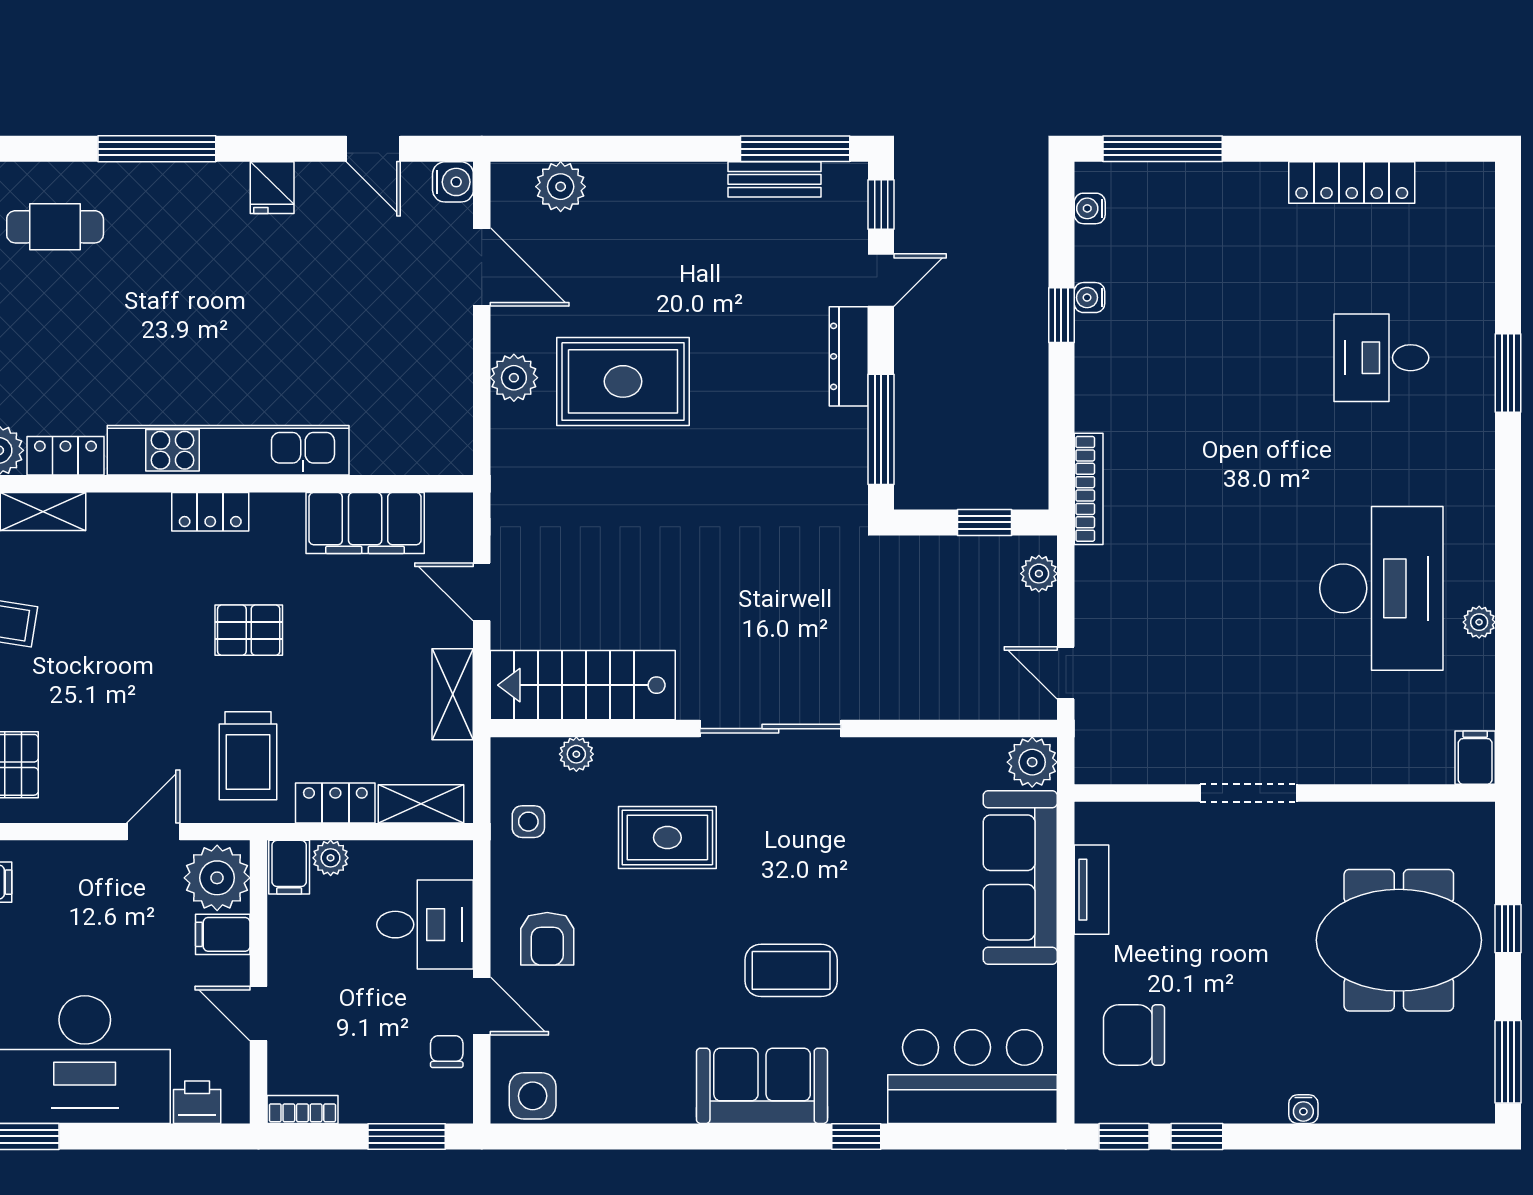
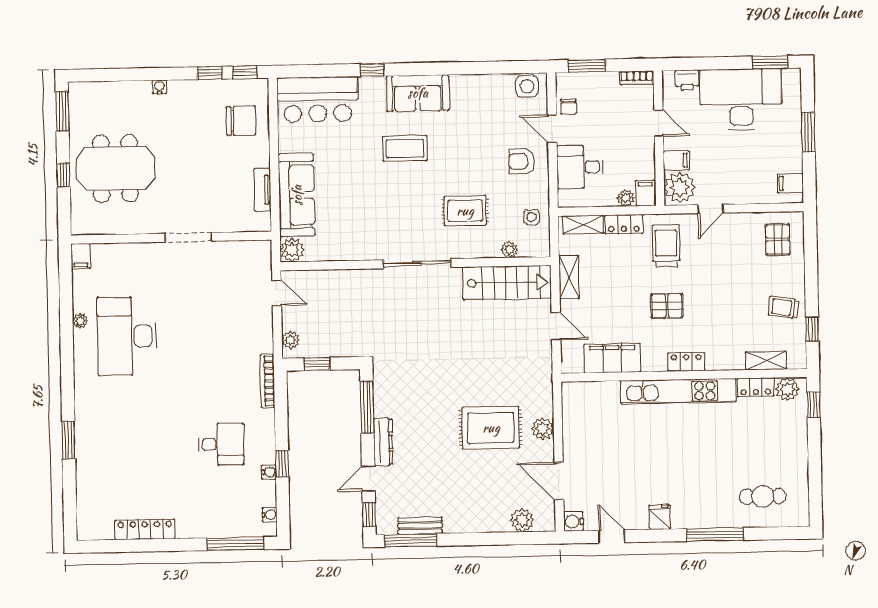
desk: (1381, 358) -> (221, 444), moved
armchair: (547, 939) -> (522, 161), turned -90

